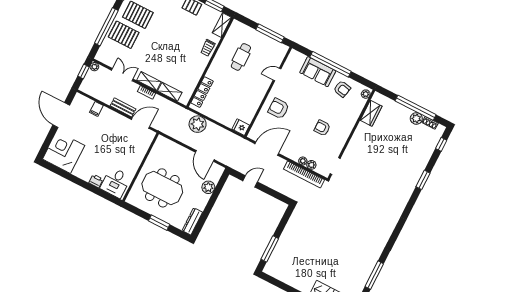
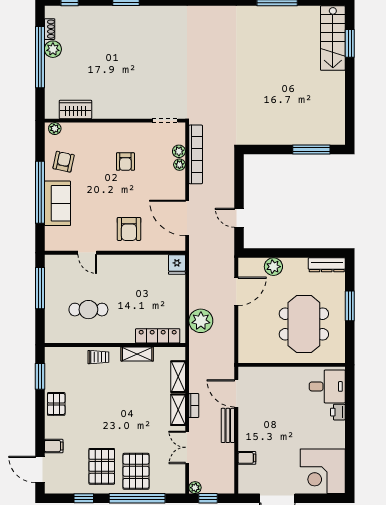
shelving: (222, 25) -> (137, 354), moved

